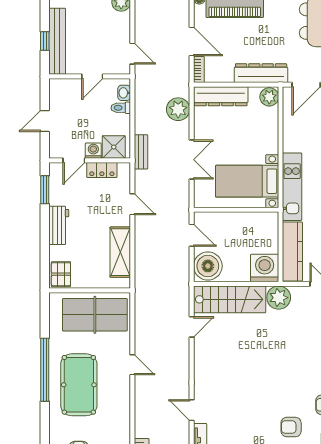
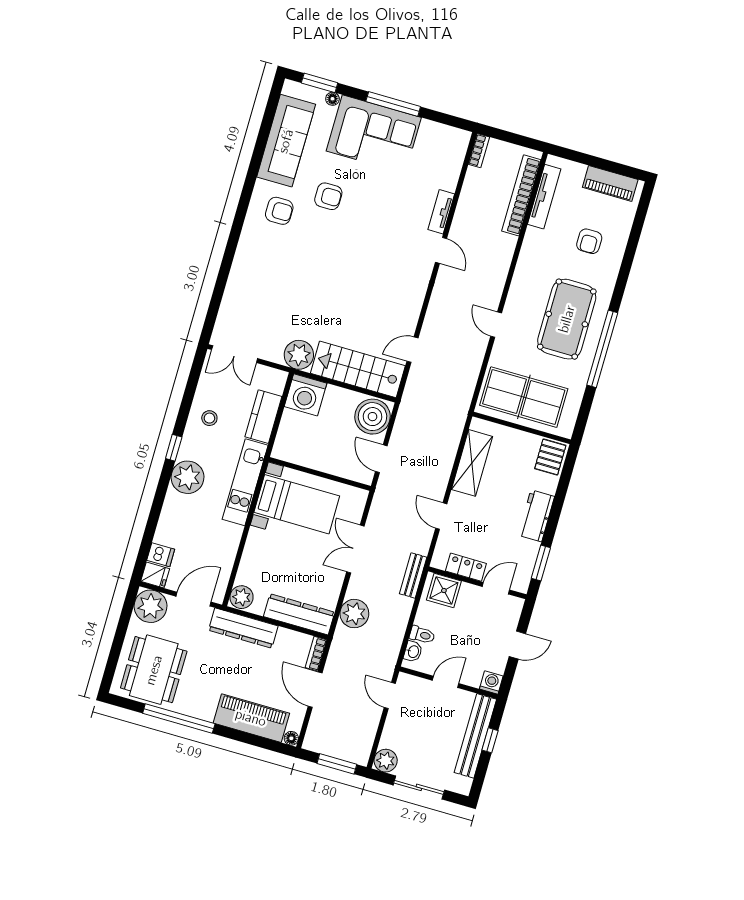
washing machine: (93, 151) -> (491, 682), moved, turned 180
kitchen counter: (292, 252) -> (263, 417), width x0.67

